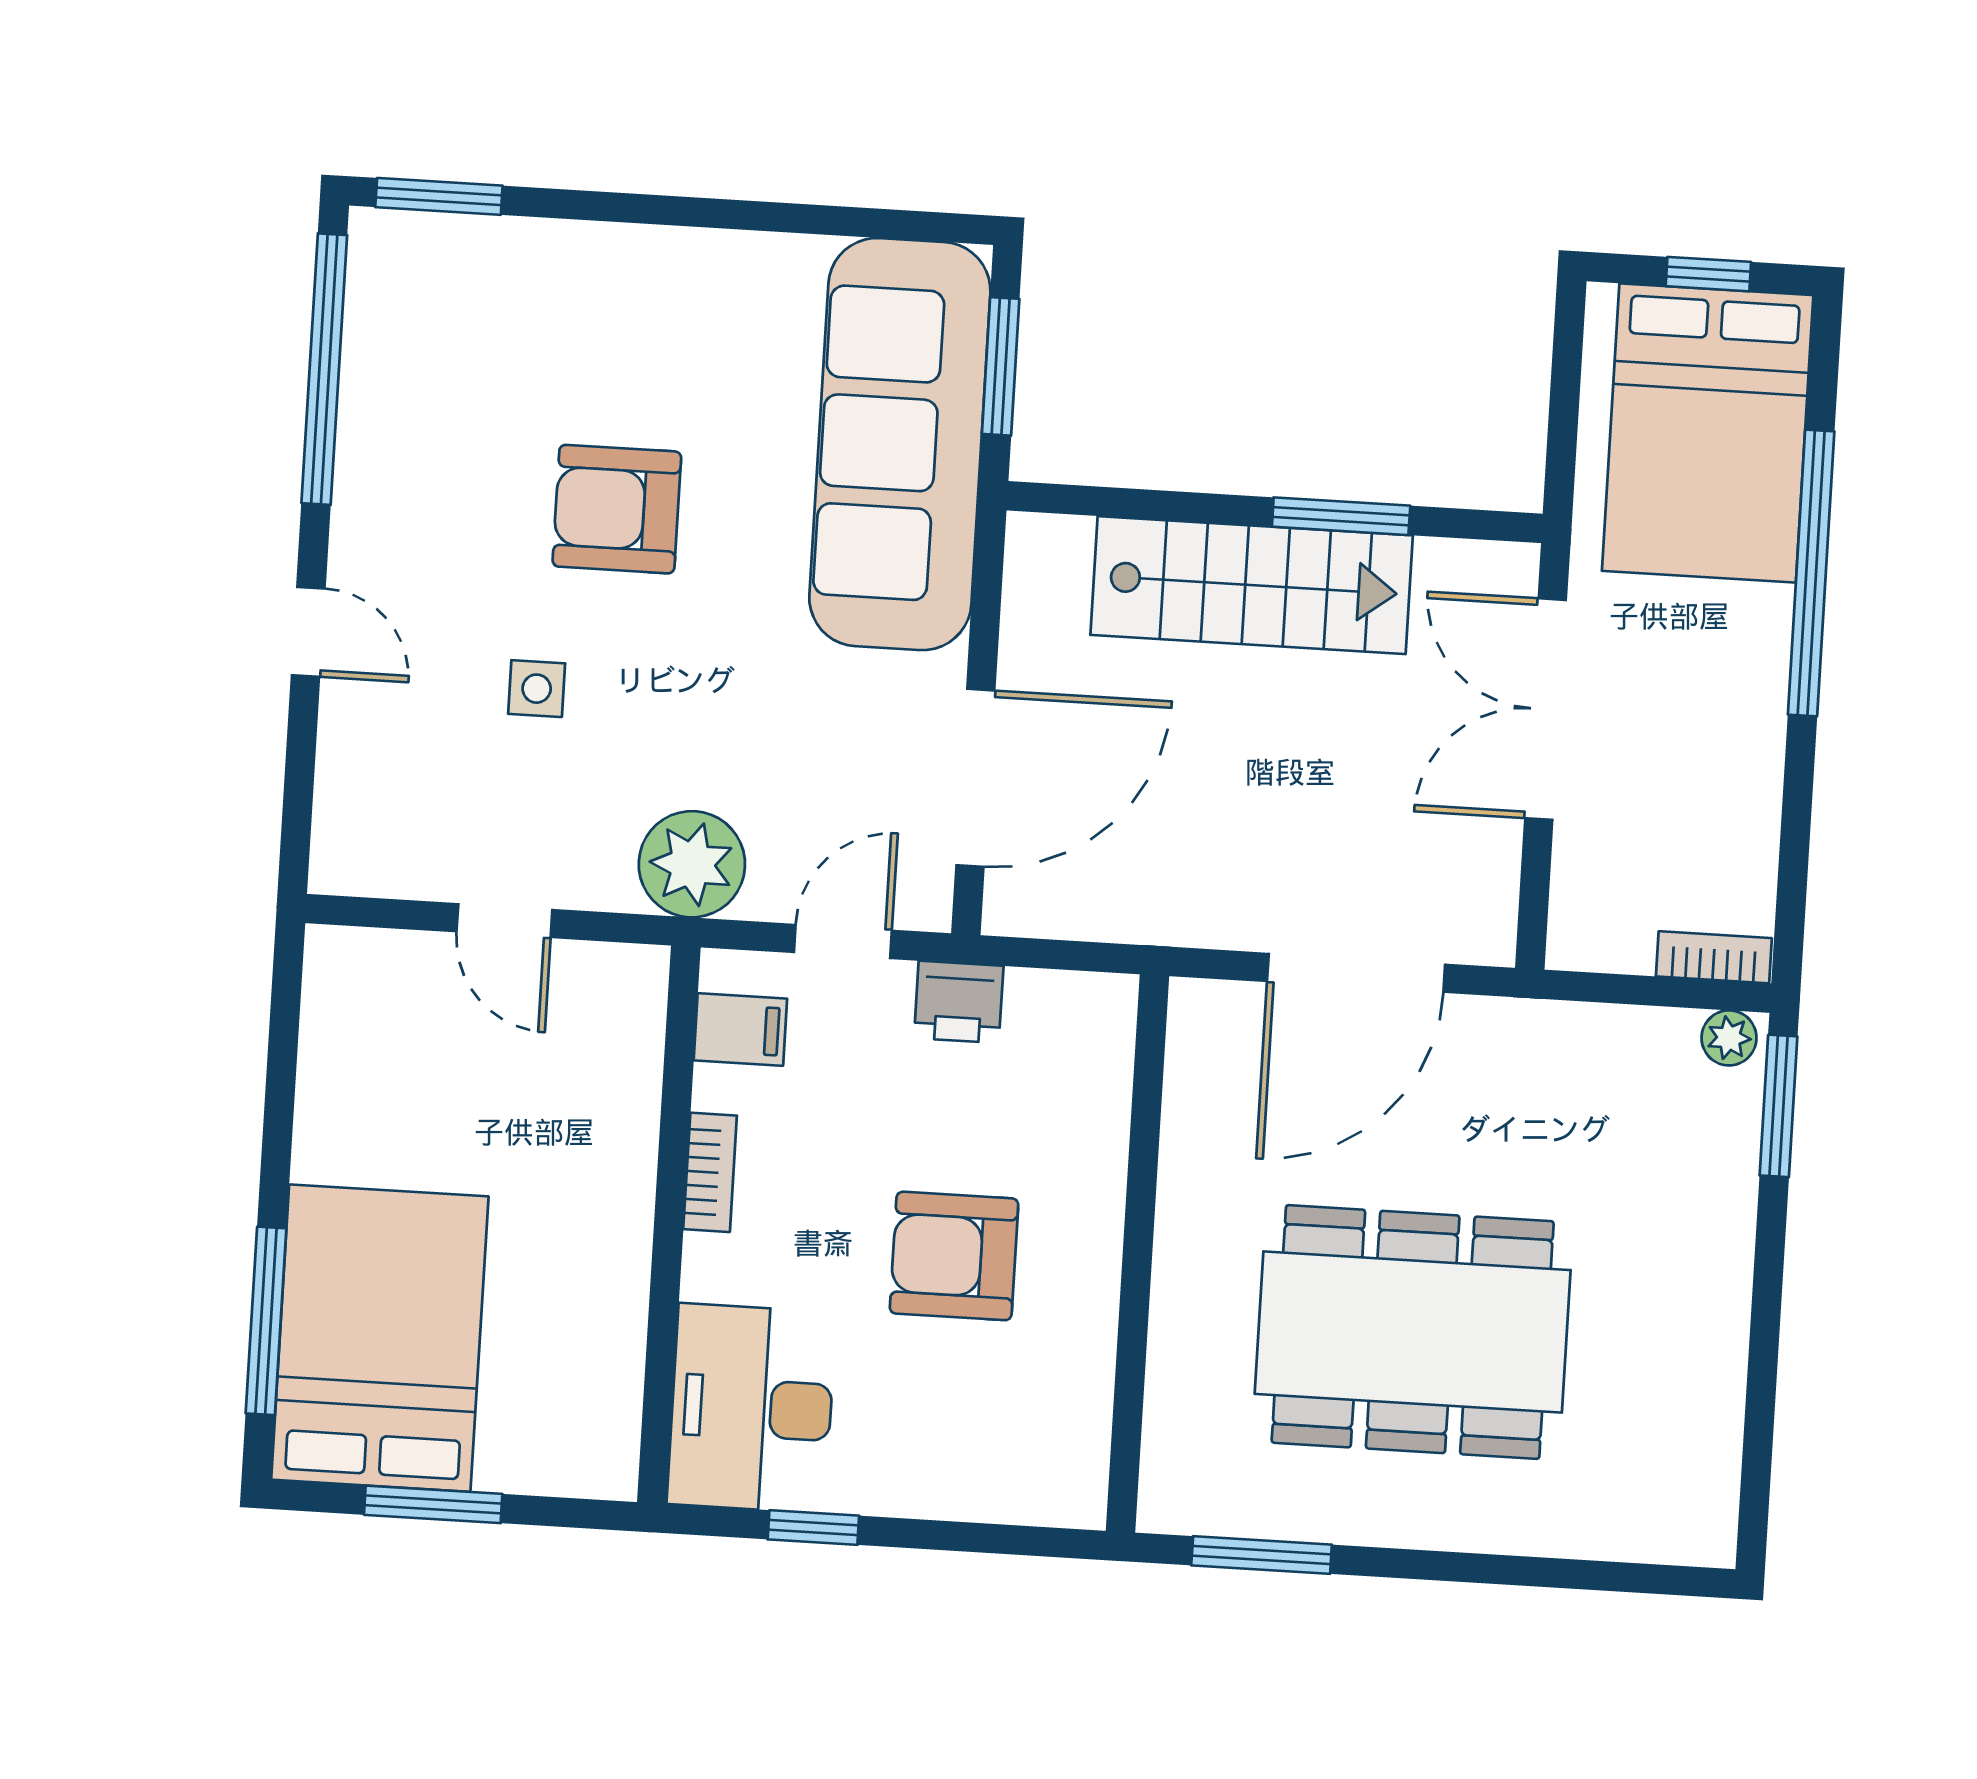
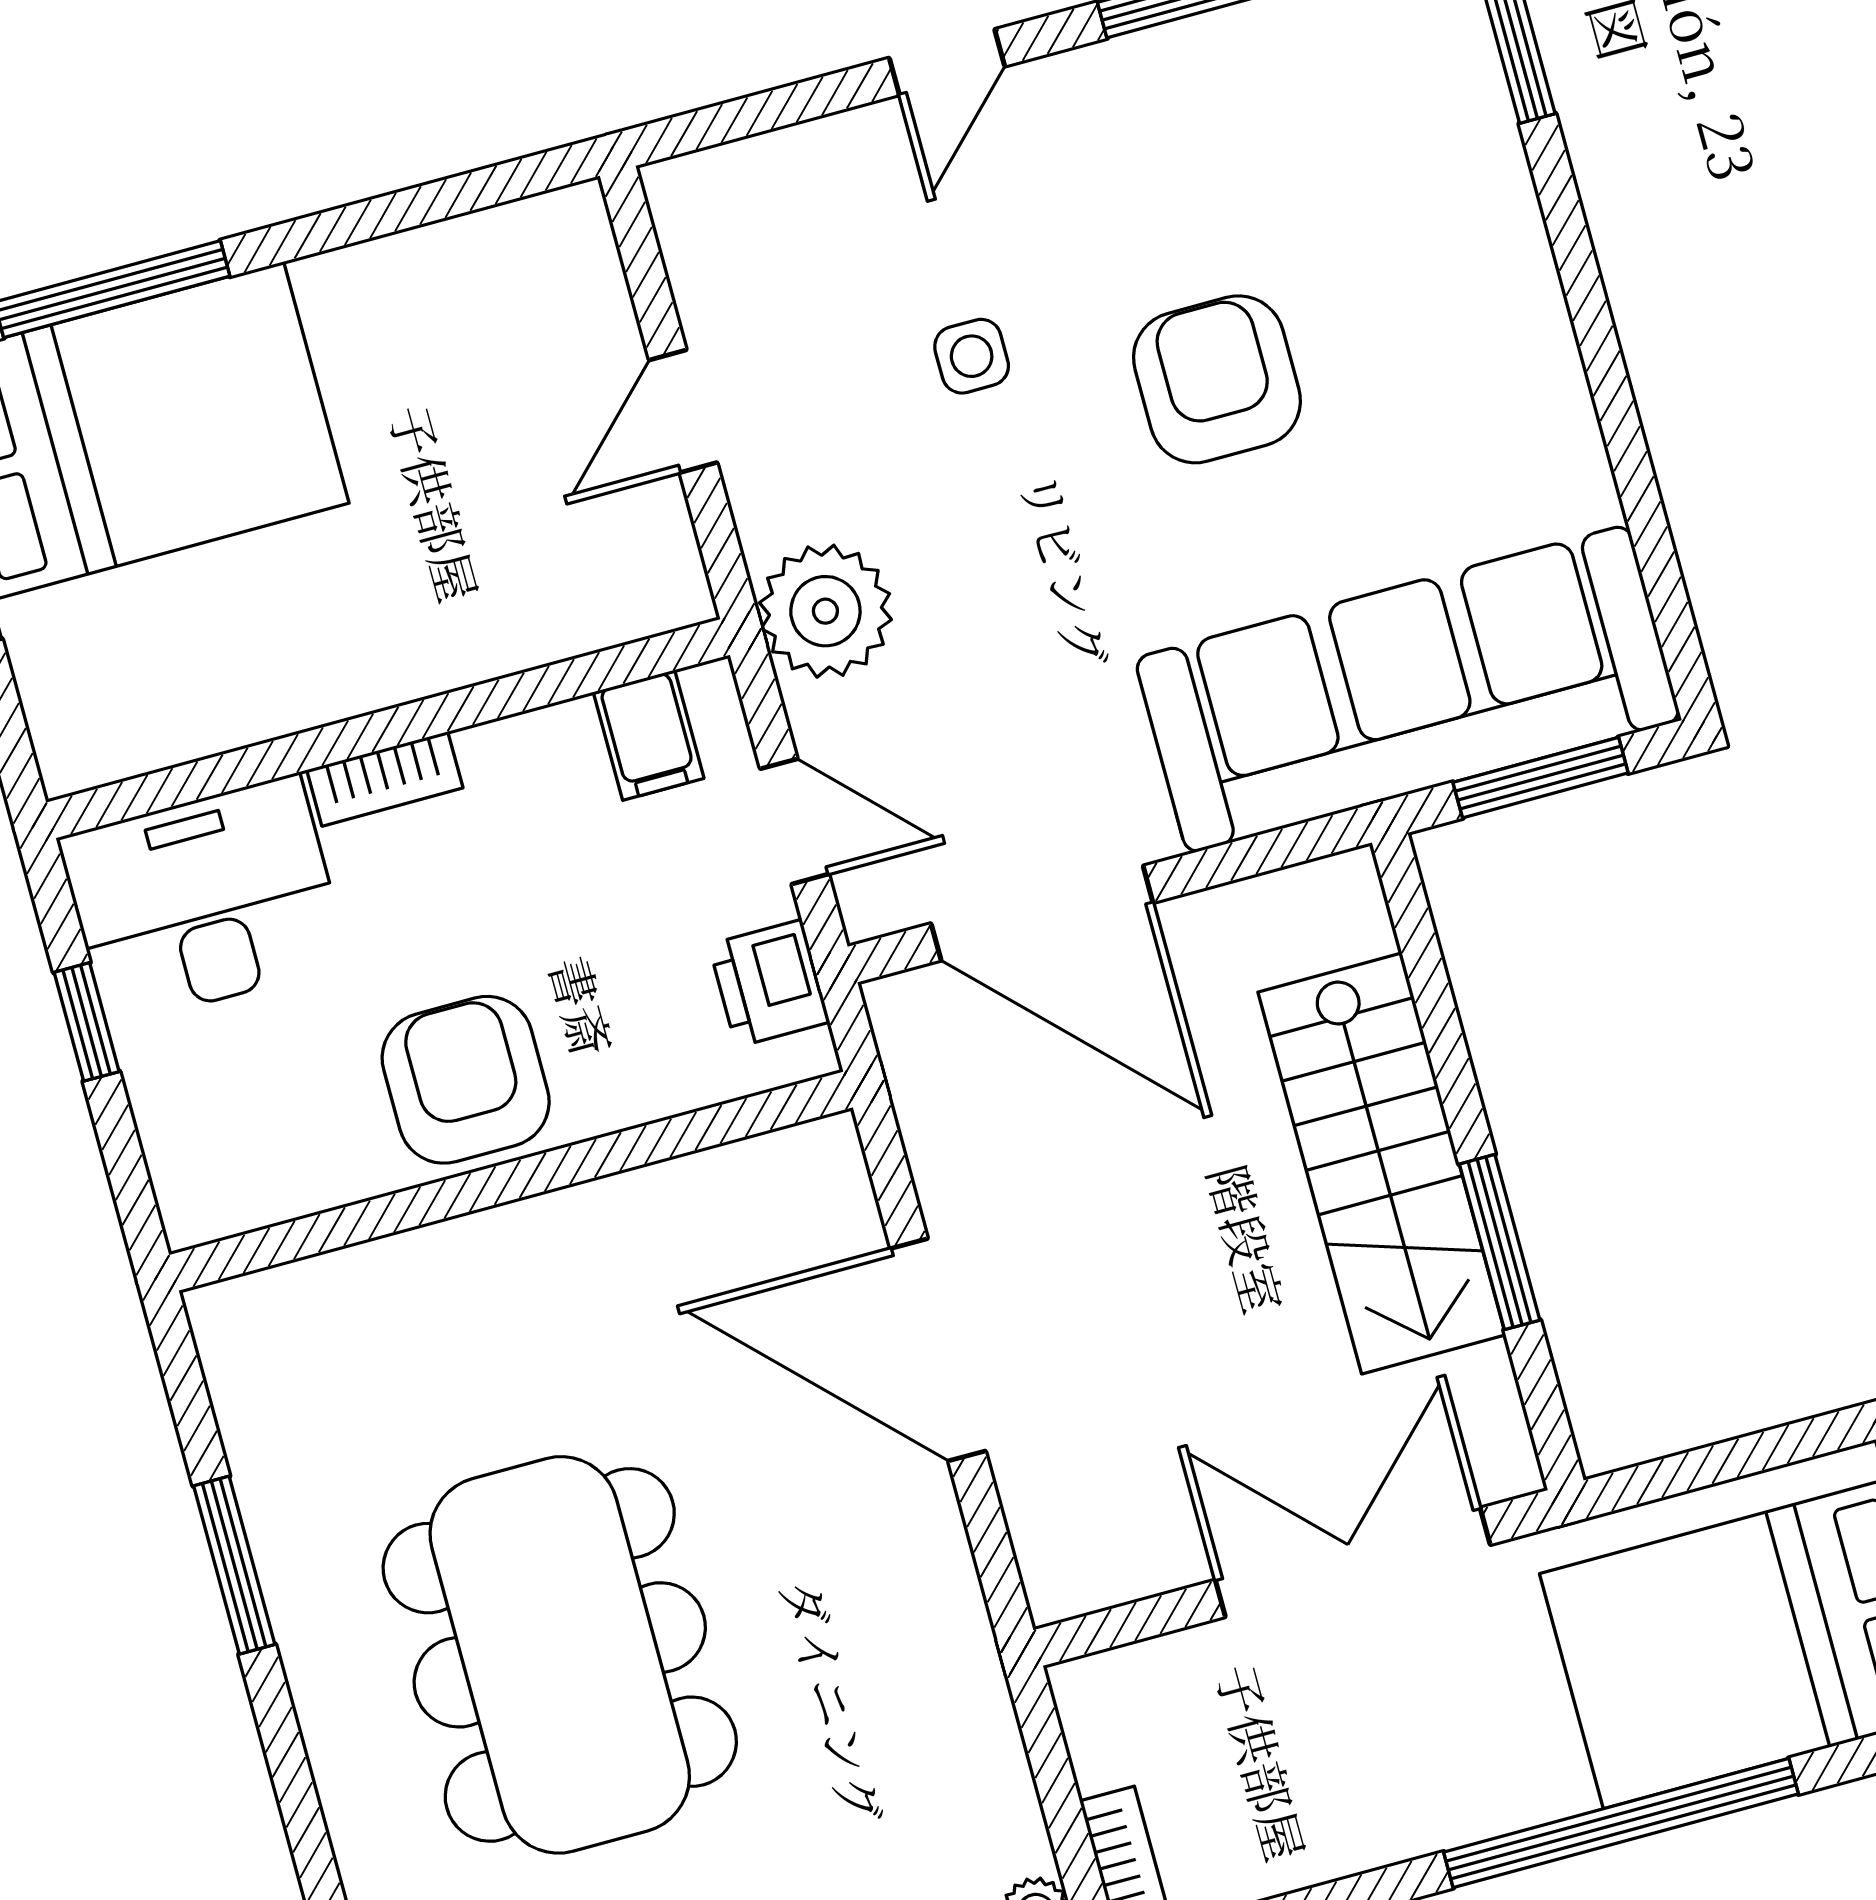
door: (1356, 973) -> (938, 1350), moved
bookcase: (710, 1172) -> (385, 779), moved
wall: (1137, 1253) -> (511, 1181), moved

